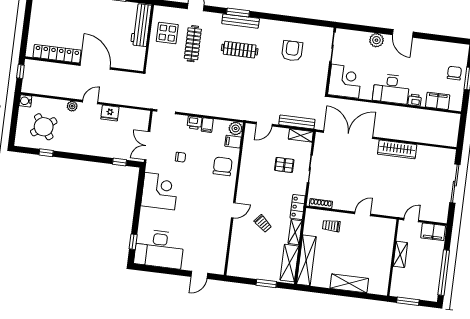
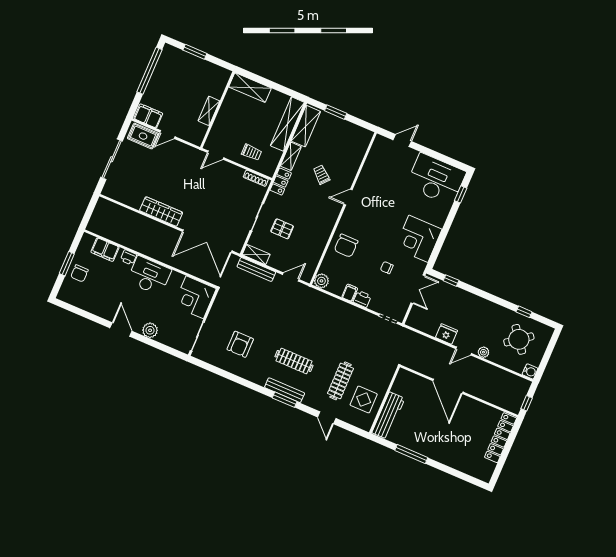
locker: (57, 54) -> (501, 438), moved, turned 90
filing cabinet: (233, 142) -> (328, 268), removed
rug: (433, 212) -> (143, 136), added
shelving: (400, 254) -> (209, 111), moved
wall: (393, 258) -> (217, 110), moved

